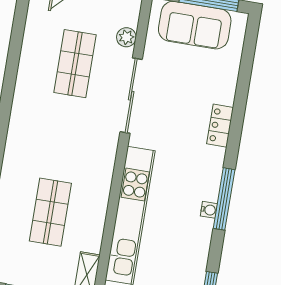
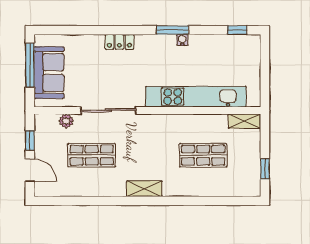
shelving: (19, 126) -> (144, 189), added
window: (224, 199) -> (172, 30), width x0.69

